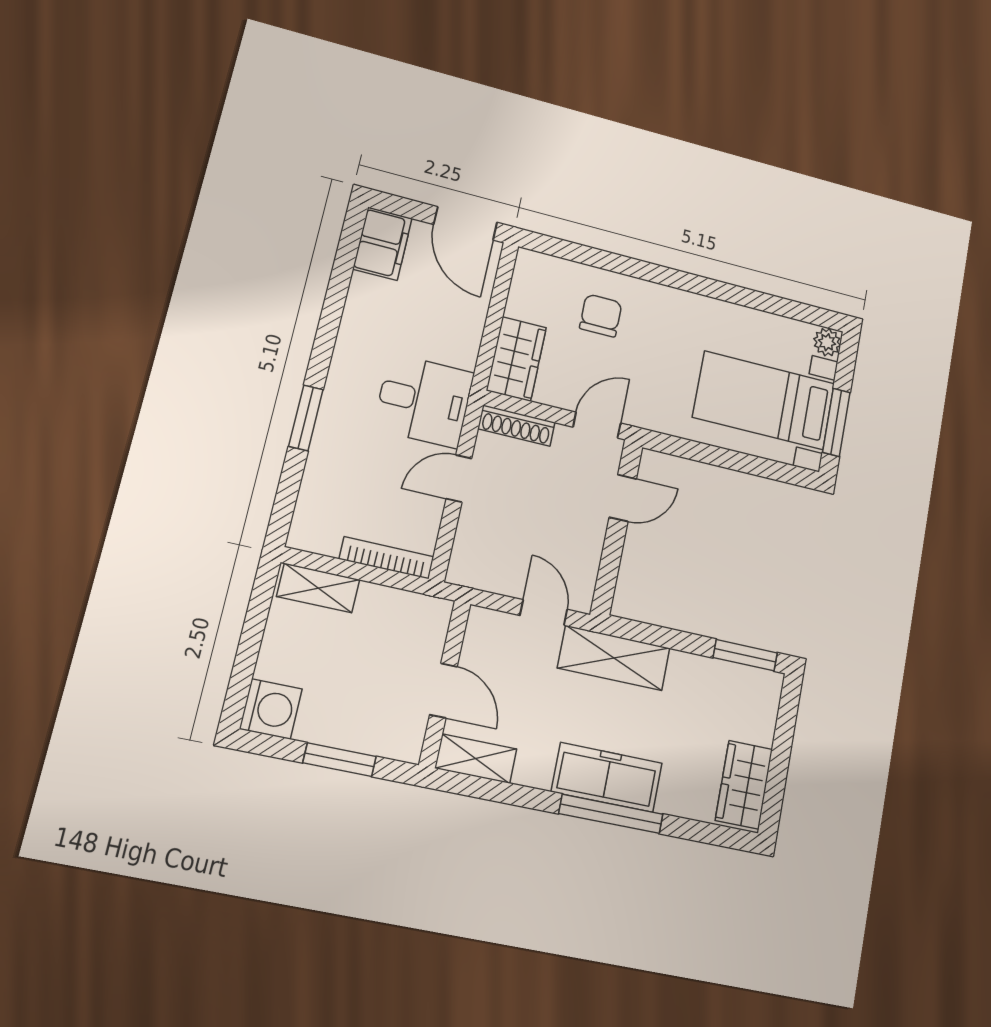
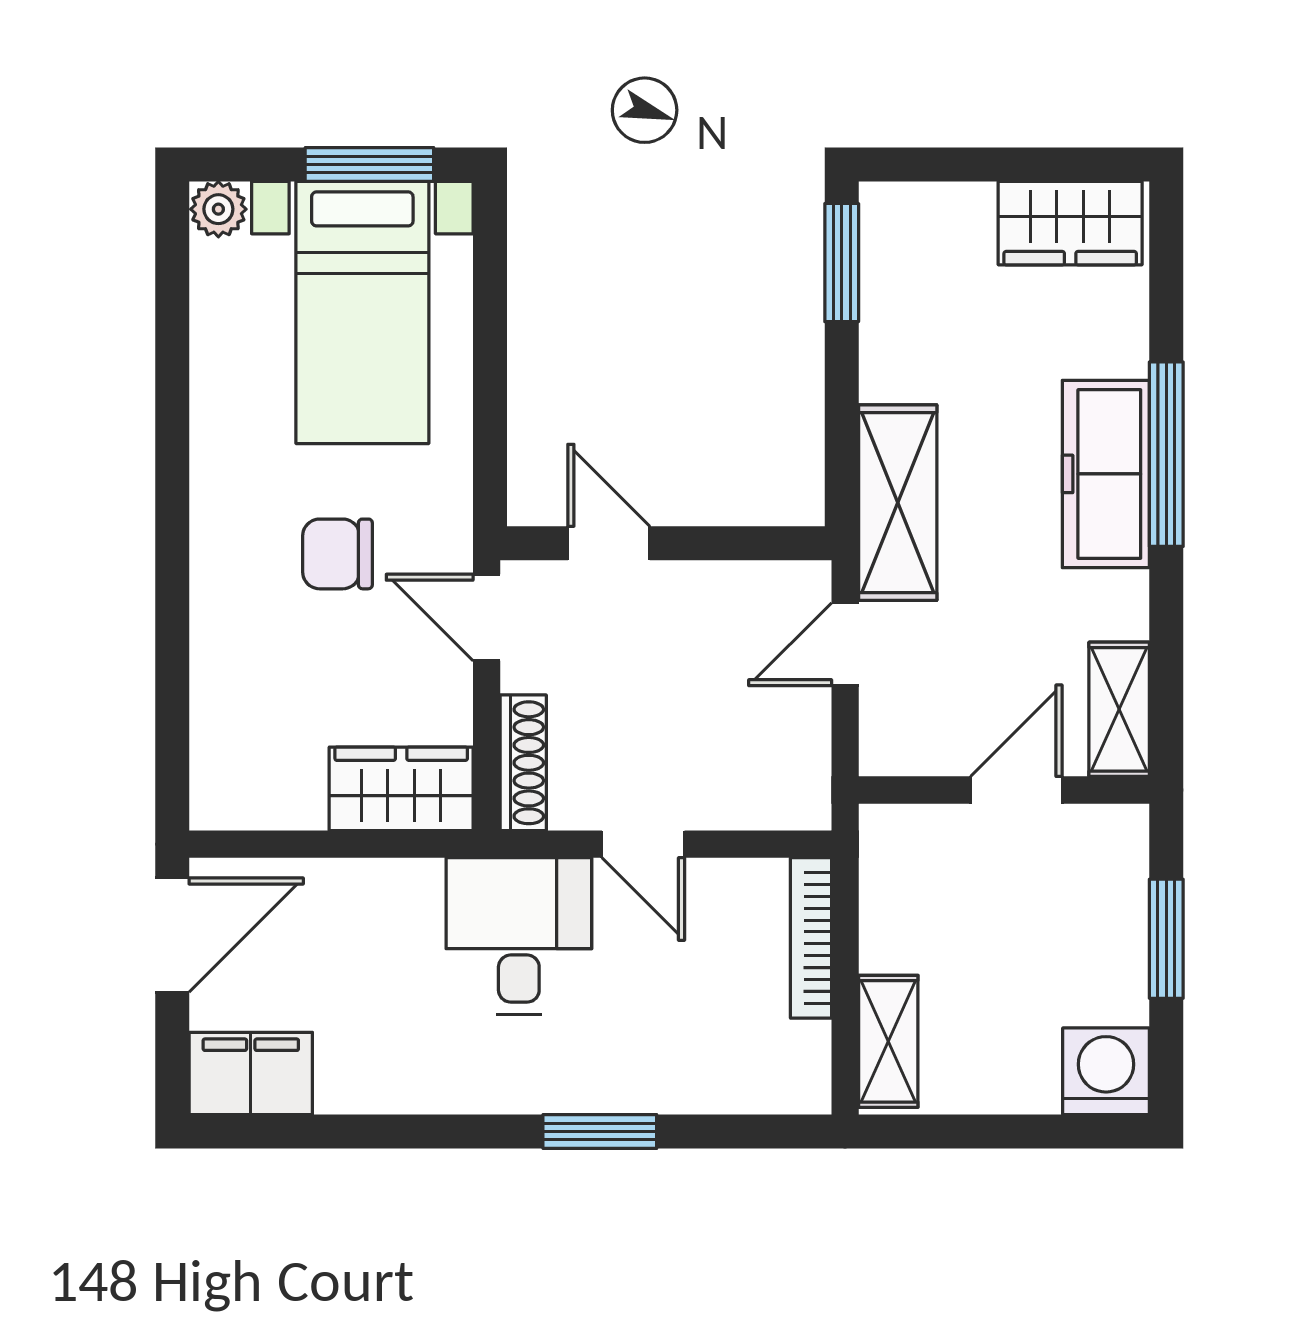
chair: (601, 316) -> (337, 554), moved

